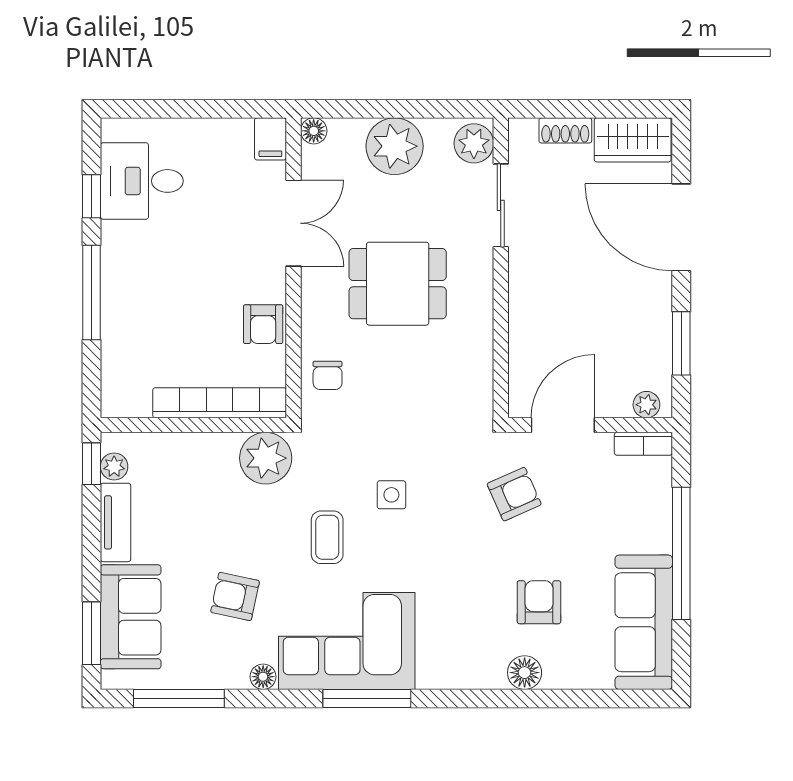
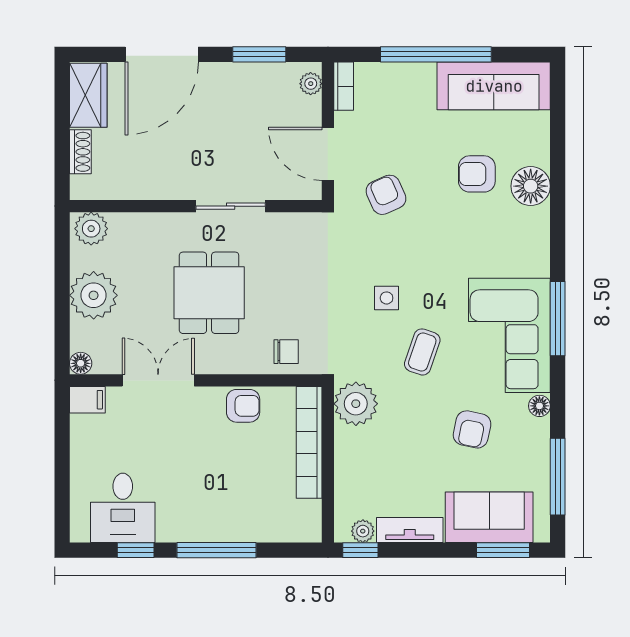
sliding door: (501, 205) -> (231, 206), moved
coffee table: (327, 537) -> (422, 352), turned -71
floor lamp: (525, 673) -> (531, 186), width x1.38, depth x1.38

